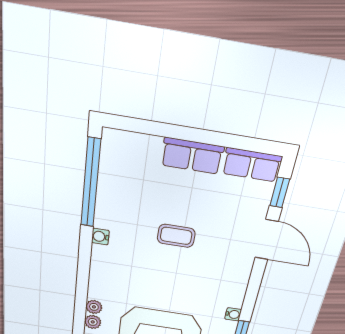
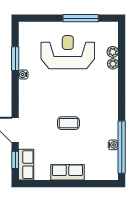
row of seats: (252, 165) -> (26, 165), moved, turned 90
water cooler: (100, 237) -> (113, 145), moved

